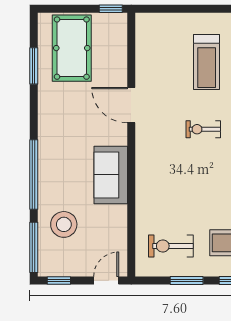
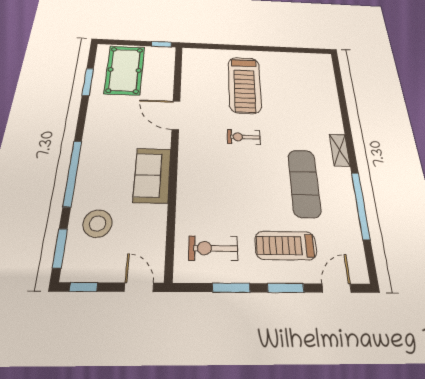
treadmill: (207, 62) -> (244, 85), width x1.37, depth x1.38
window: (34, 247) -> (60, 248), width x0.69
door: (106, 280) -> (139, 287), hinge flipped

